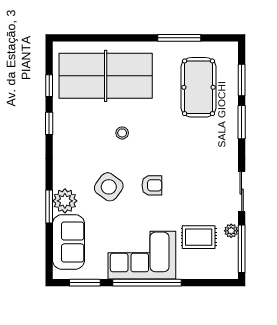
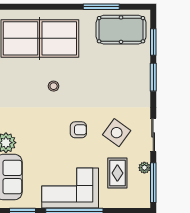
pool table: (198, 87) -> (121, 30), moved, turned 90
side table: (109, 187) -> (117, 133), moved
rug: (199, 237) -> (117, 173), turned 90

